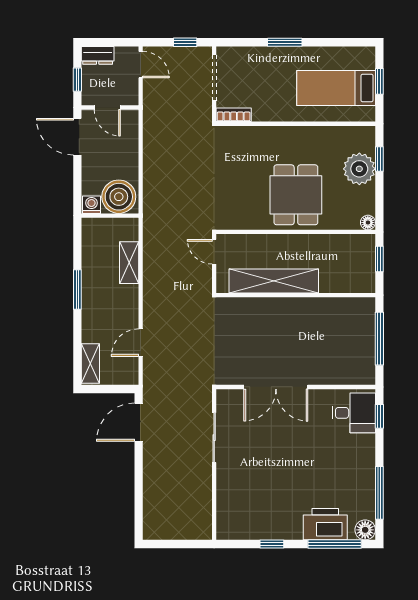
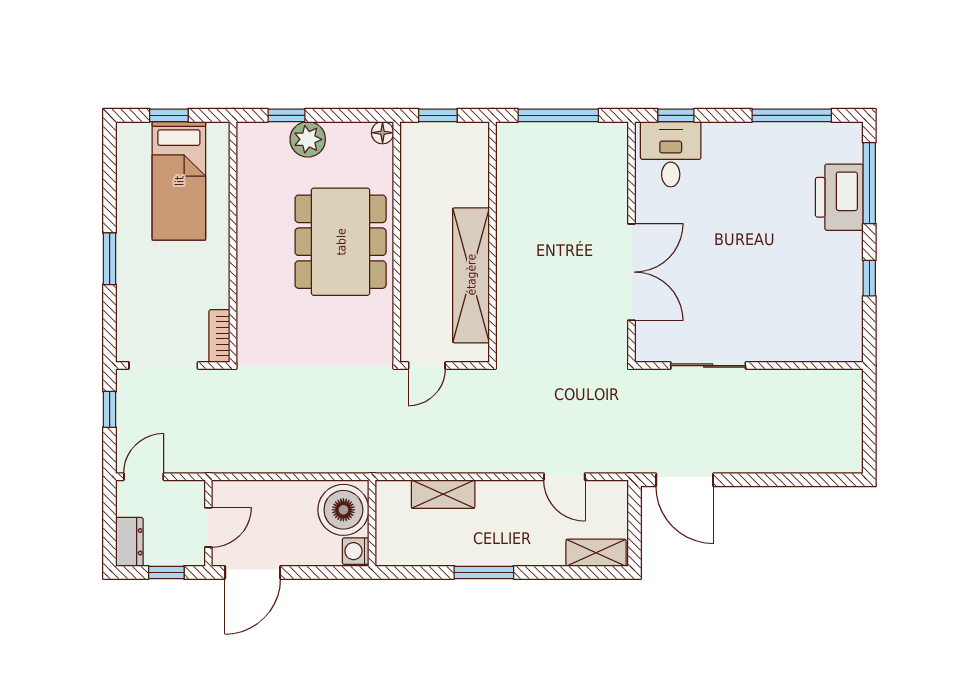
plant: (359, 169) -> (308, 139), width x0.73, depth x0.73
dining table: (296, 195) -> (341, 242), width x1.37
floor lamp: (365, 530) -> (848, 137), removed

